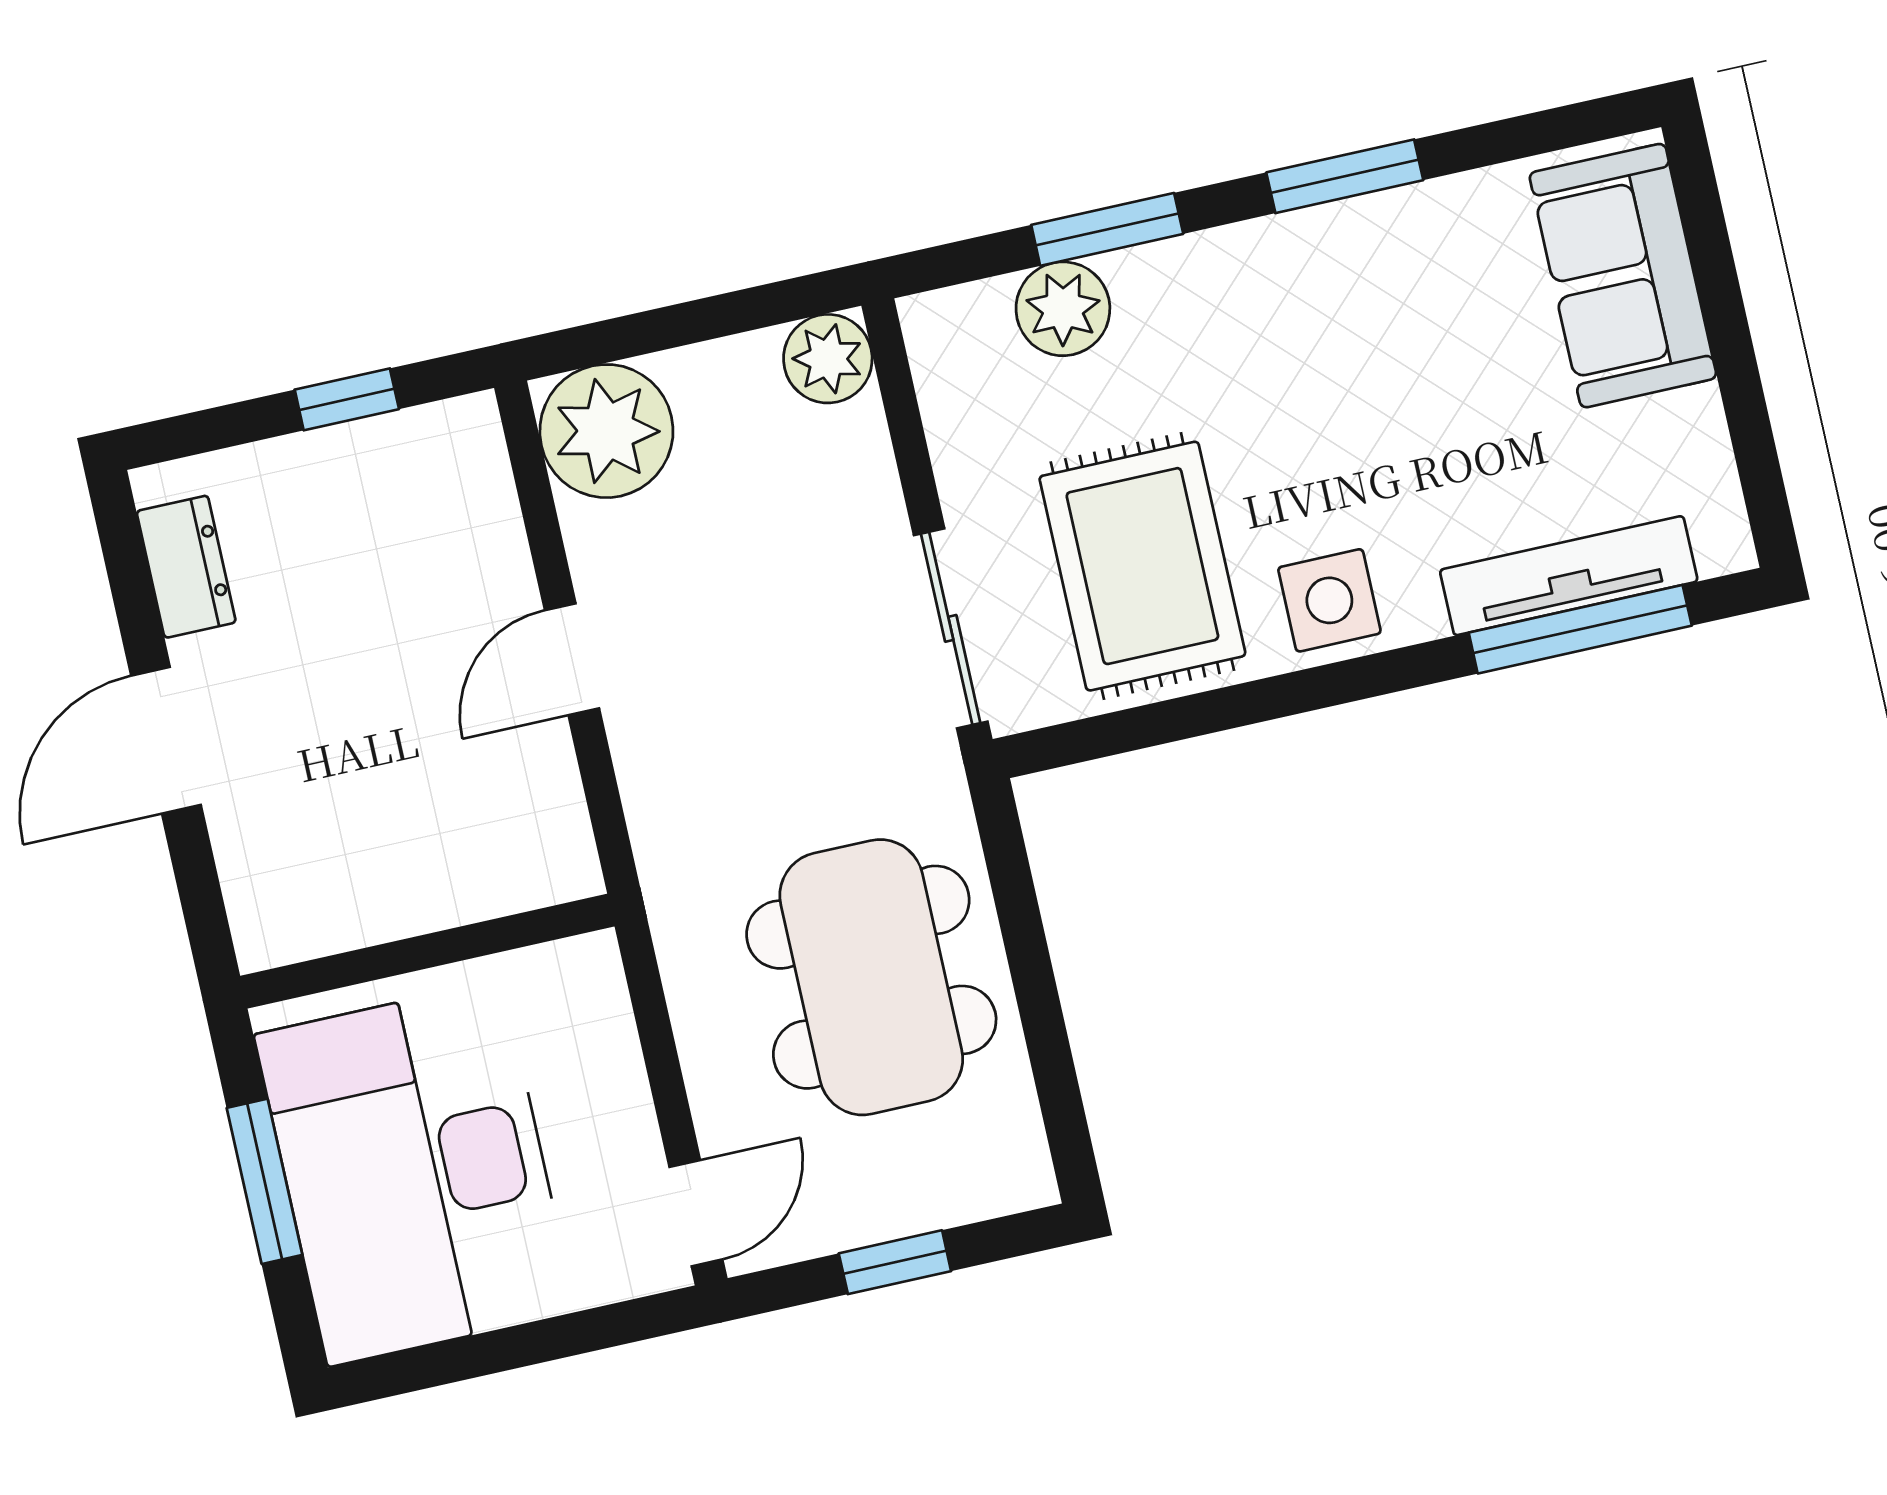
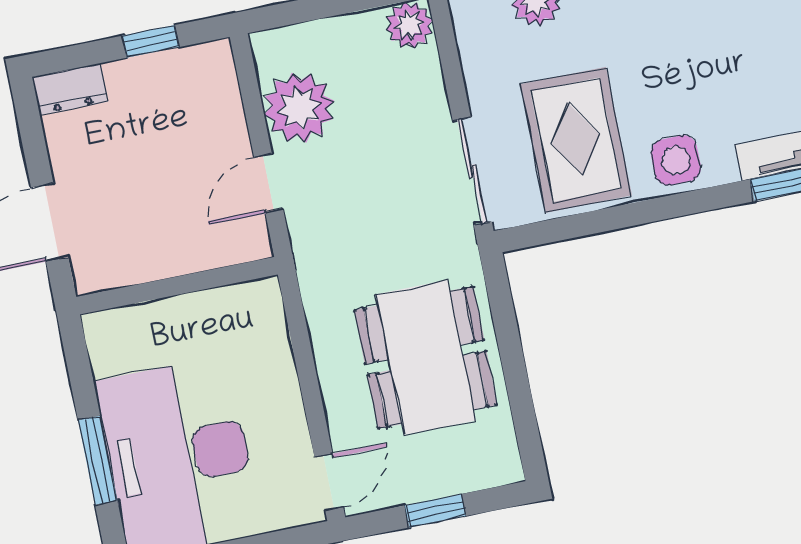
plant: (606, 431) -> (299, 108), moved
dresser: (186, 567) -> (70, 89), moved, turned 90
wall: (427, 951) -> (177, 286), moved

